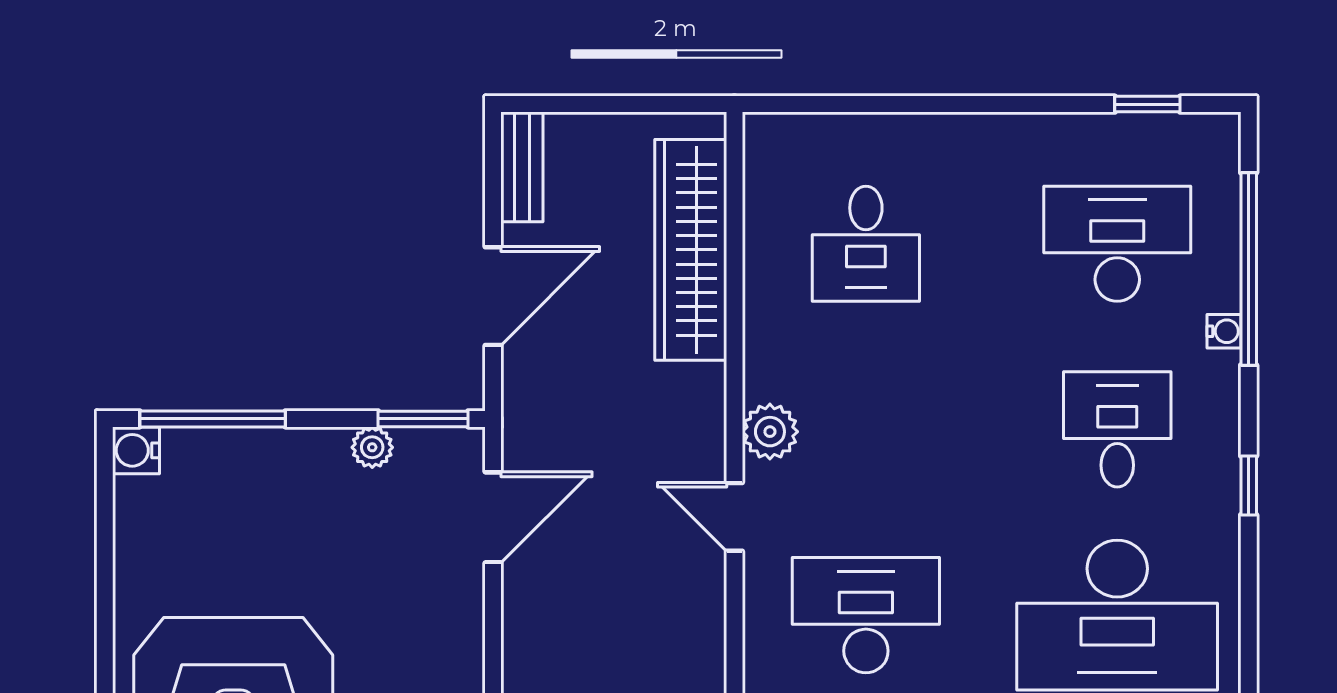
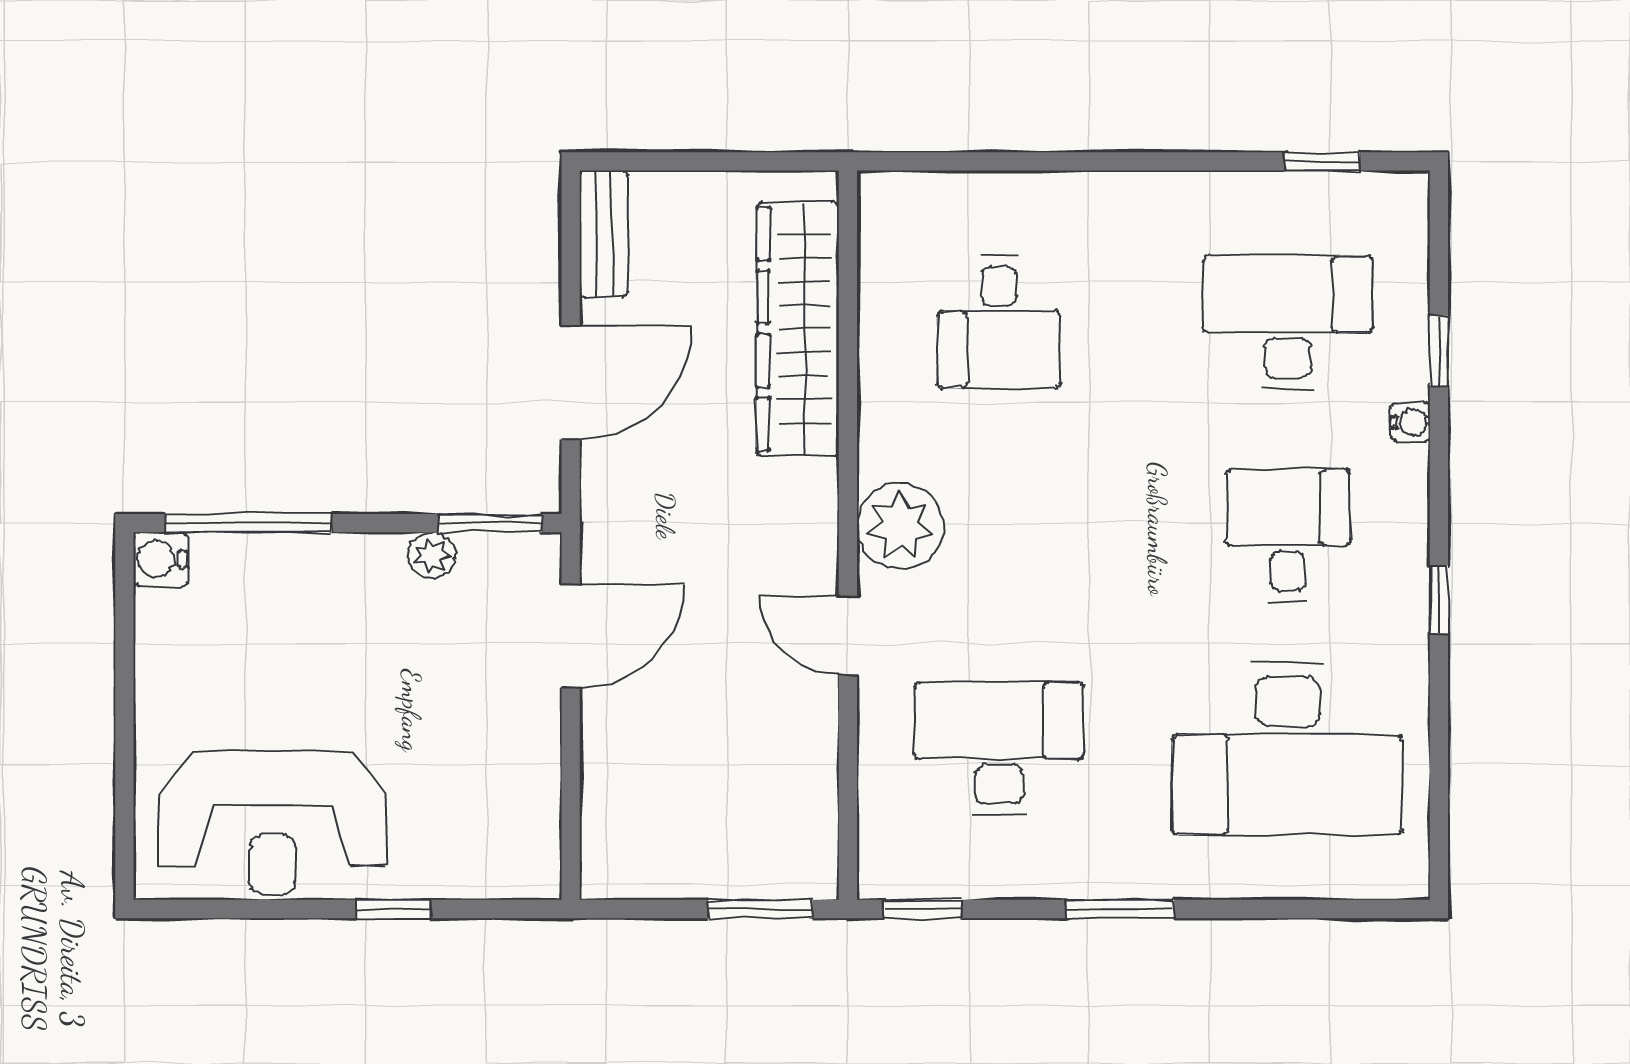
window: (1249, 269) -> (1439, 351), width x0.32
plant: (770, 432) -> (900, 526), width x1.36, depth x1.36

